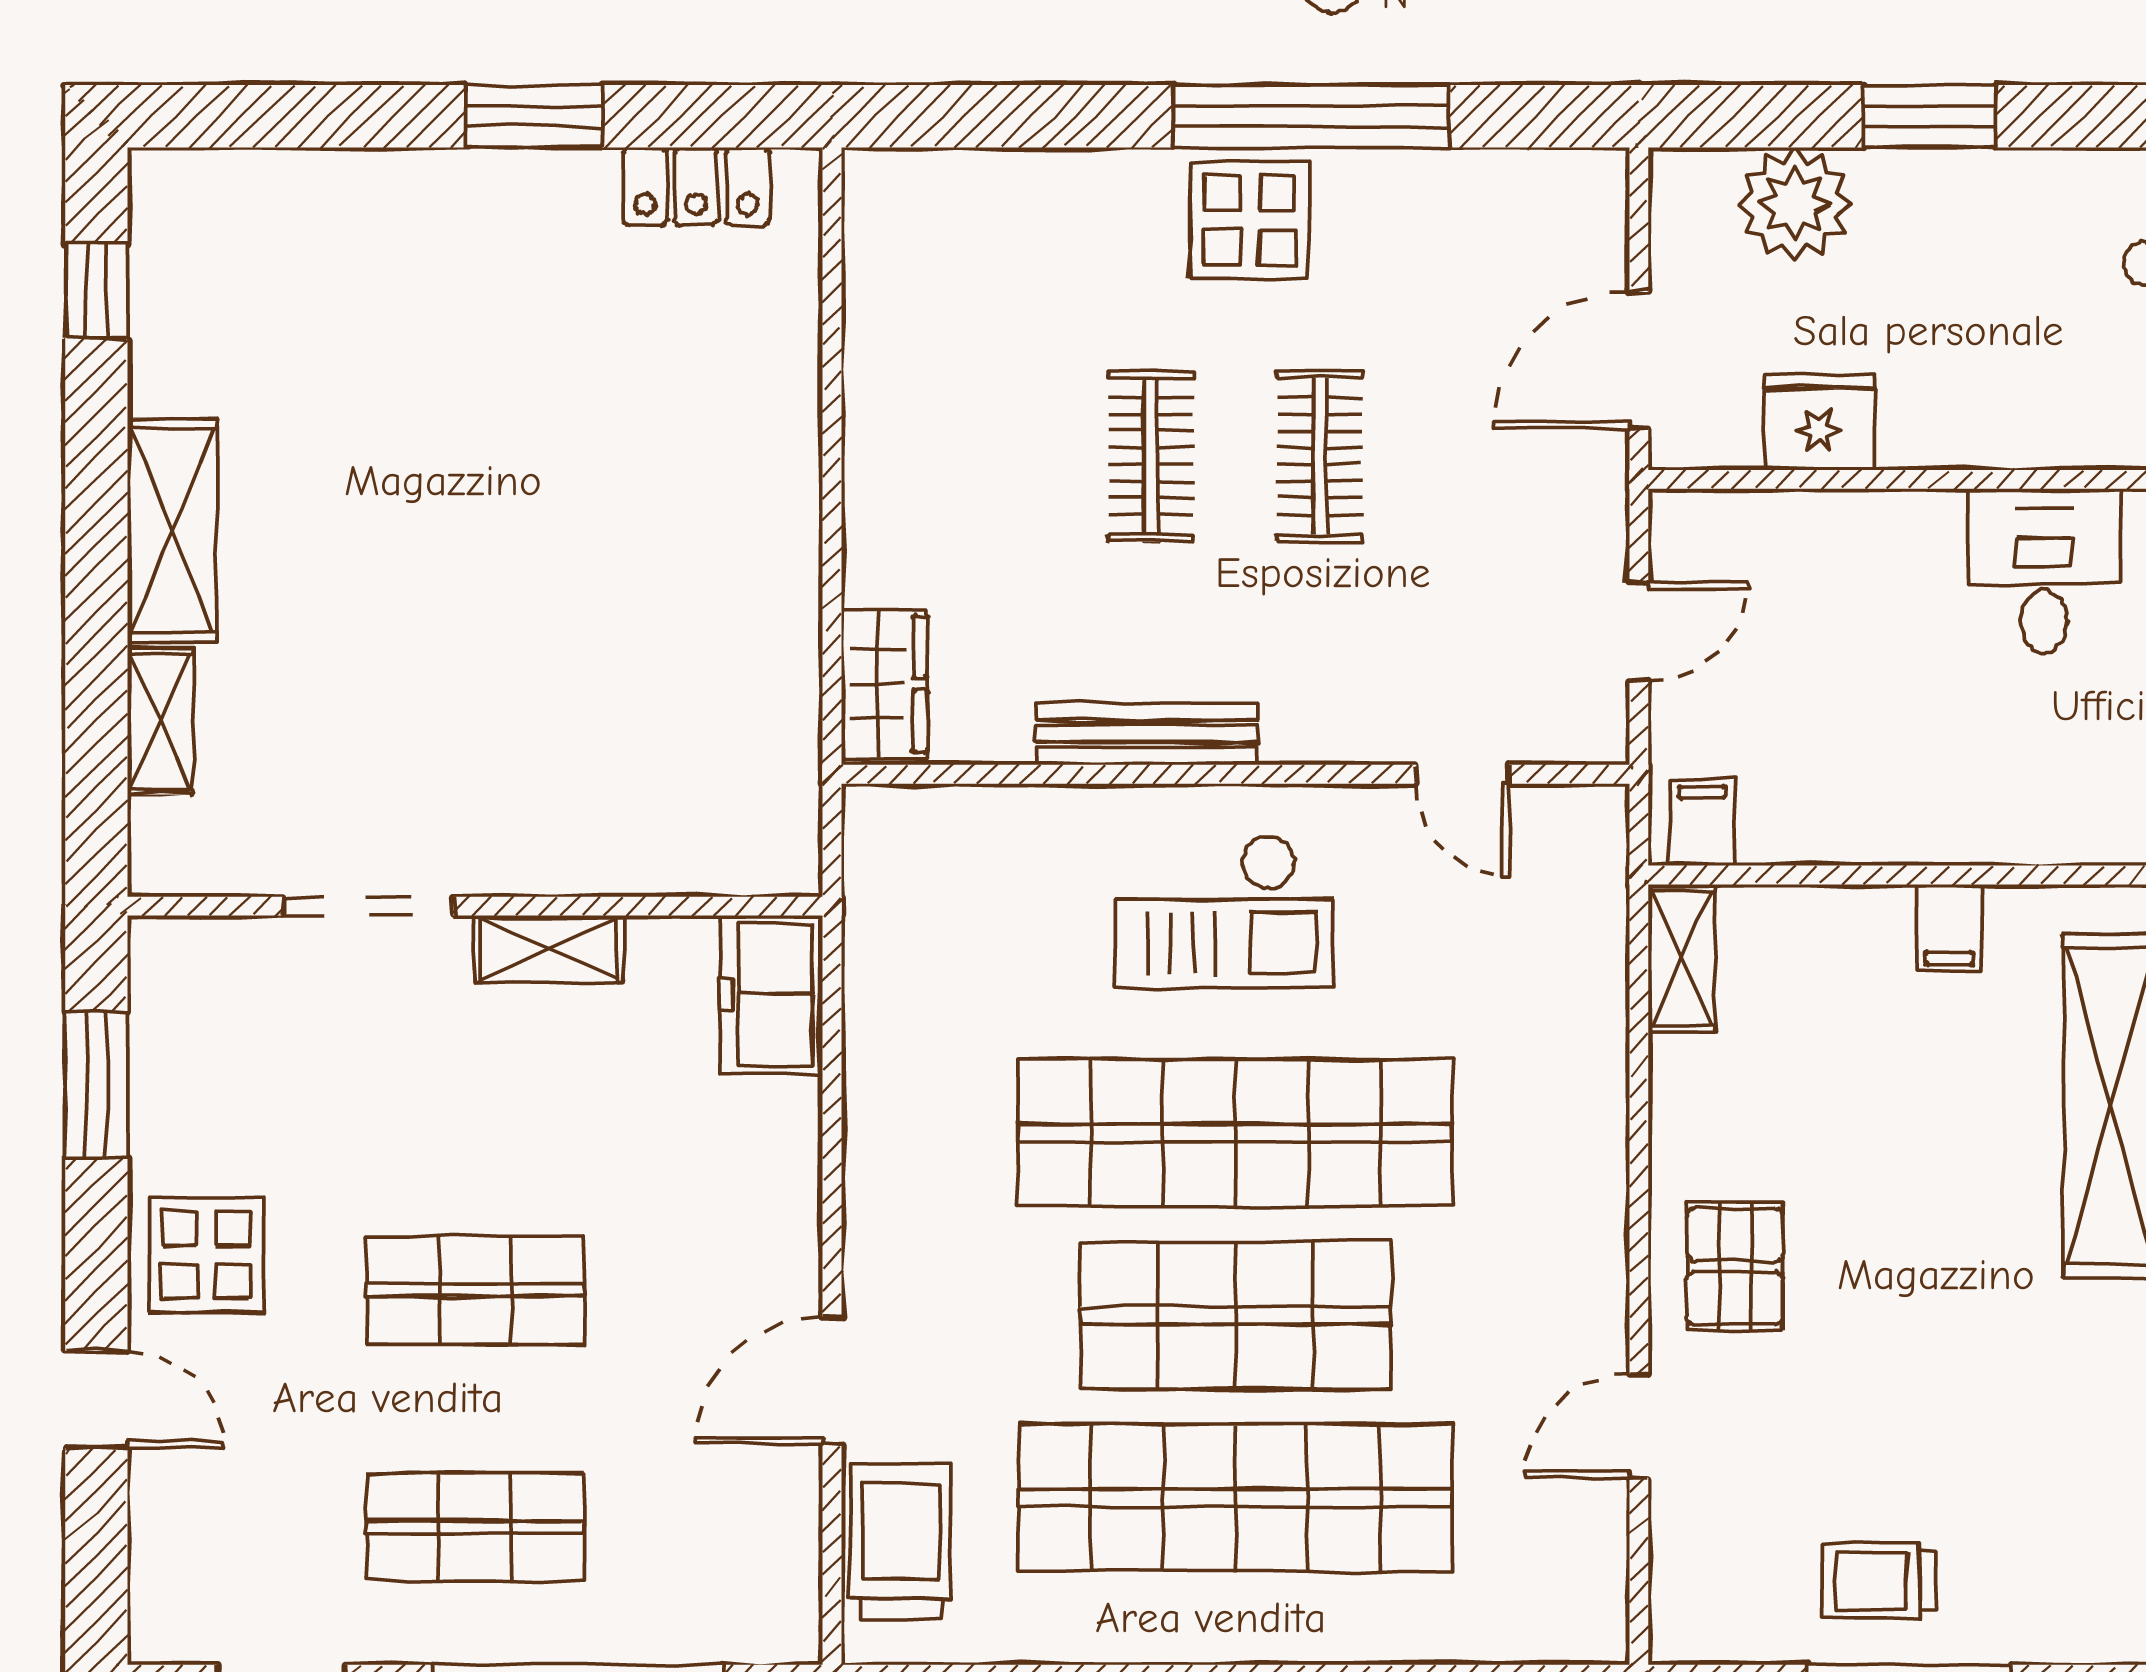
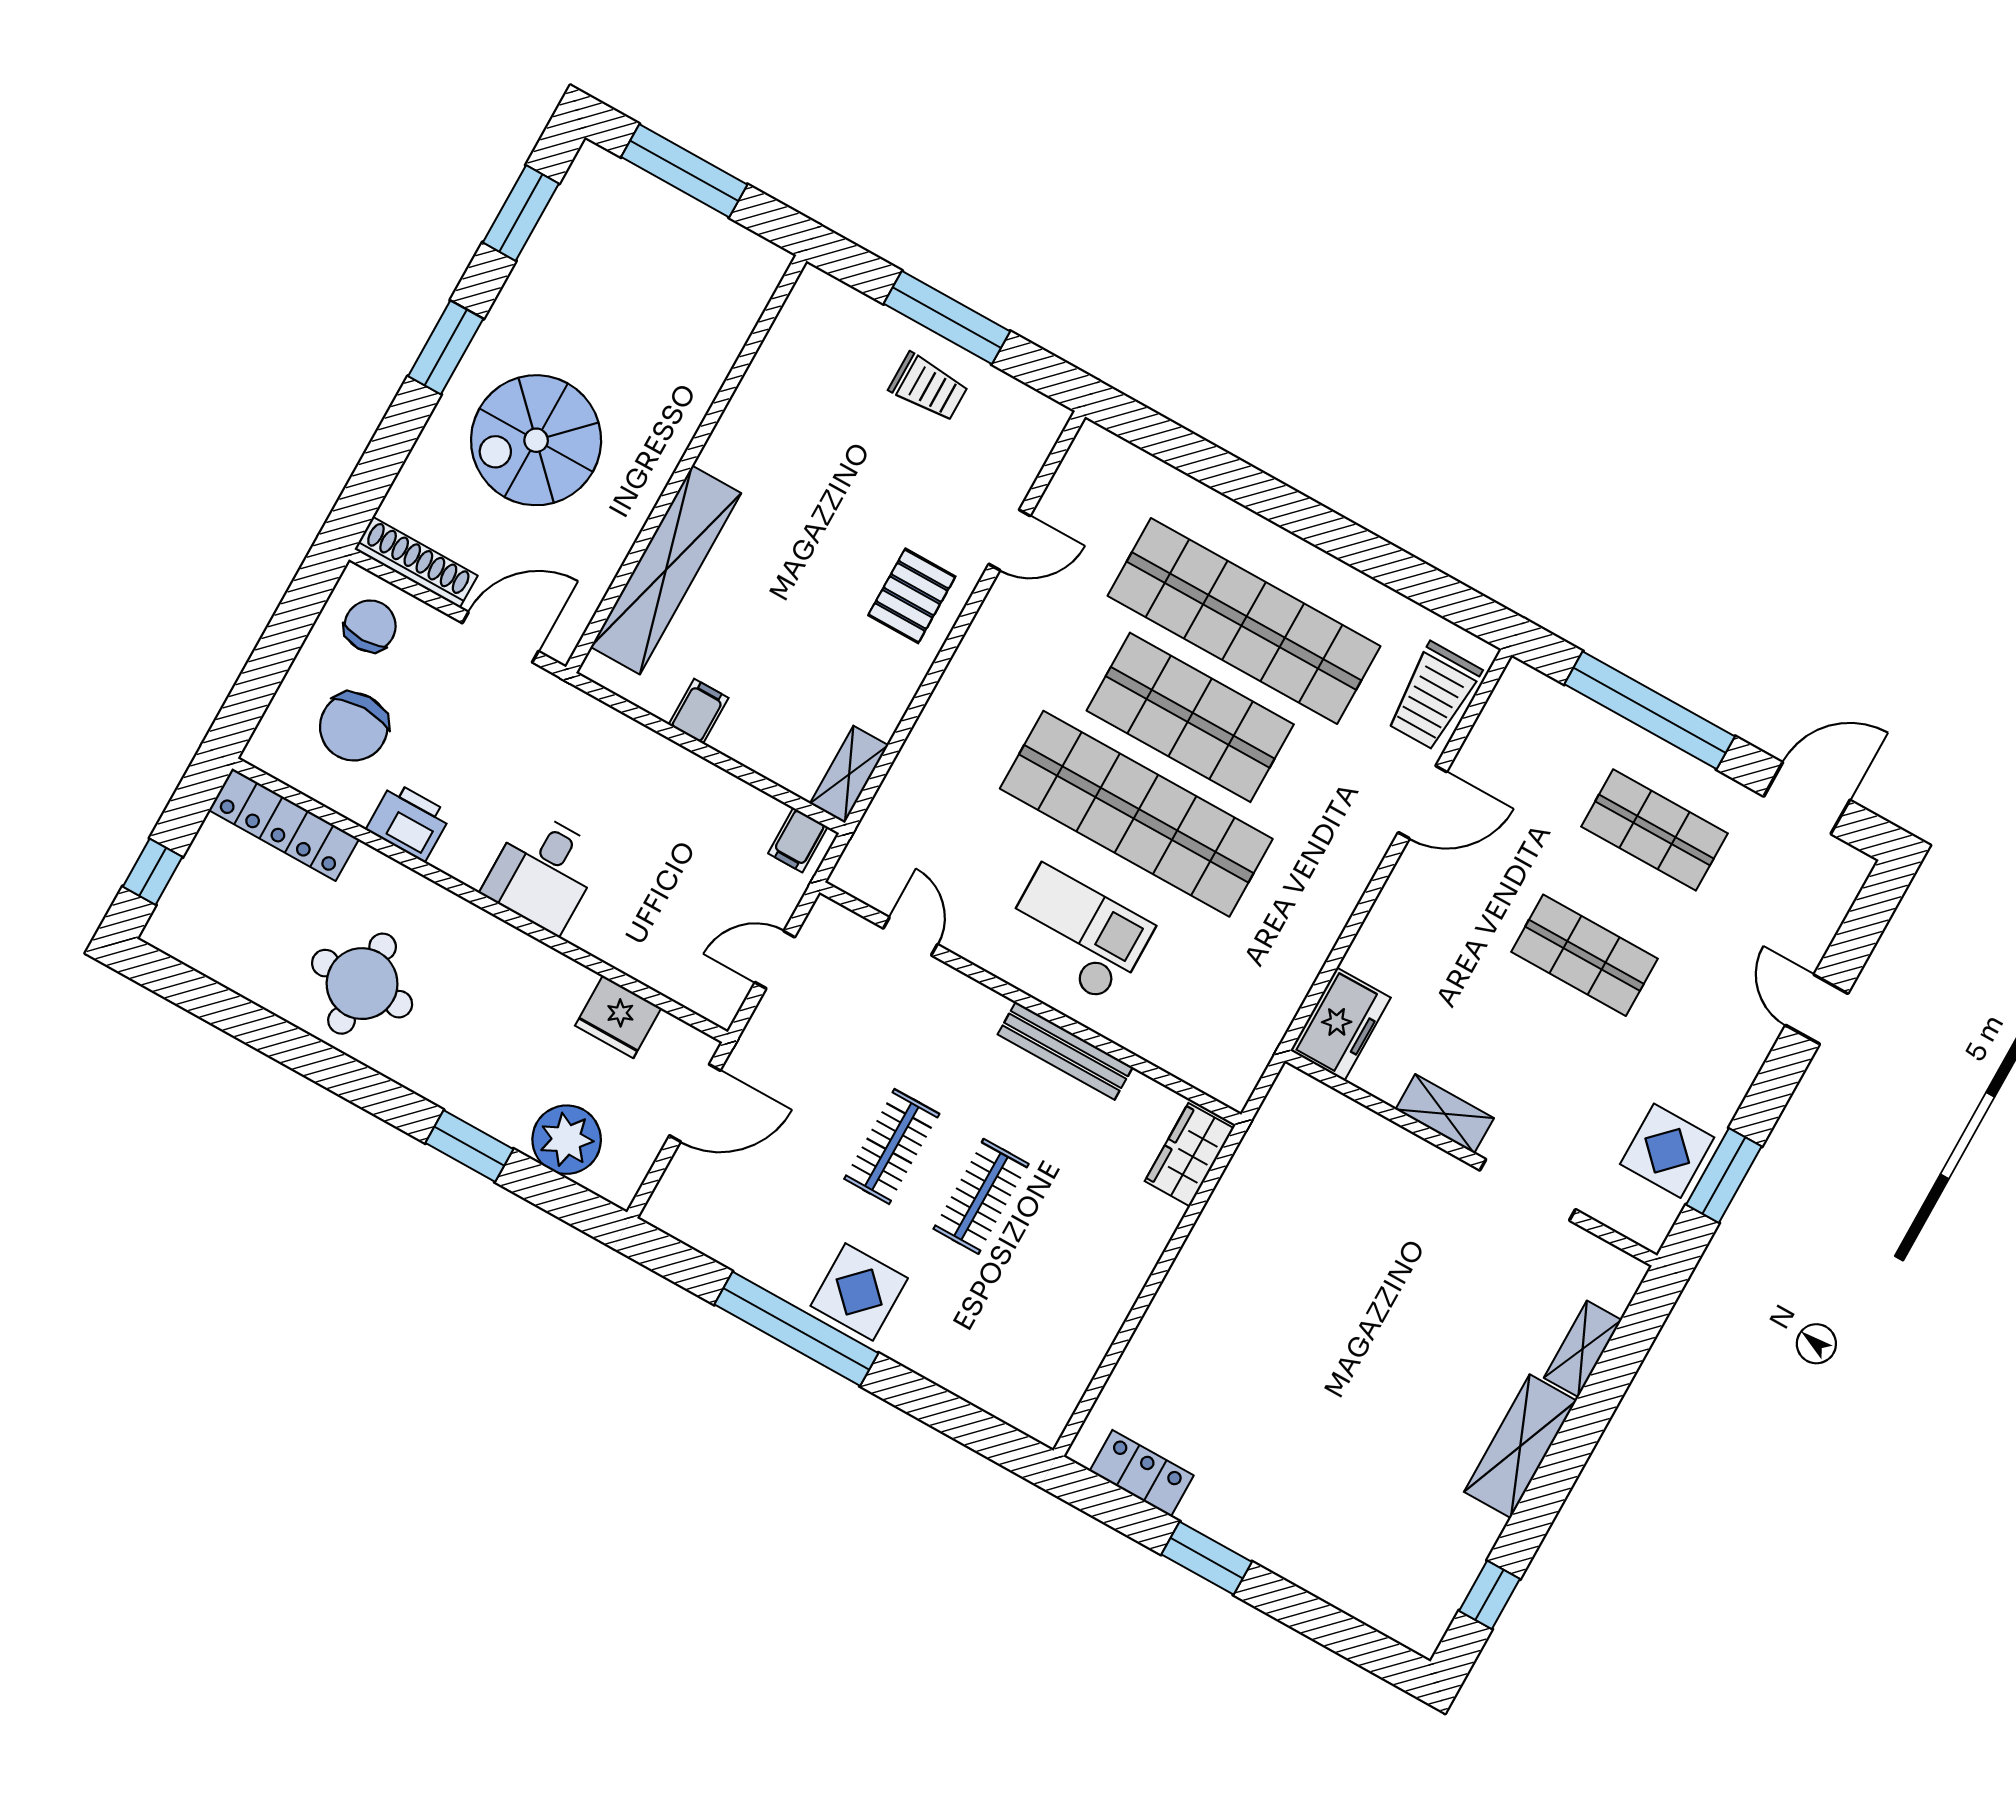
display table: (206, 1255) -> (1667, 1151), moved

